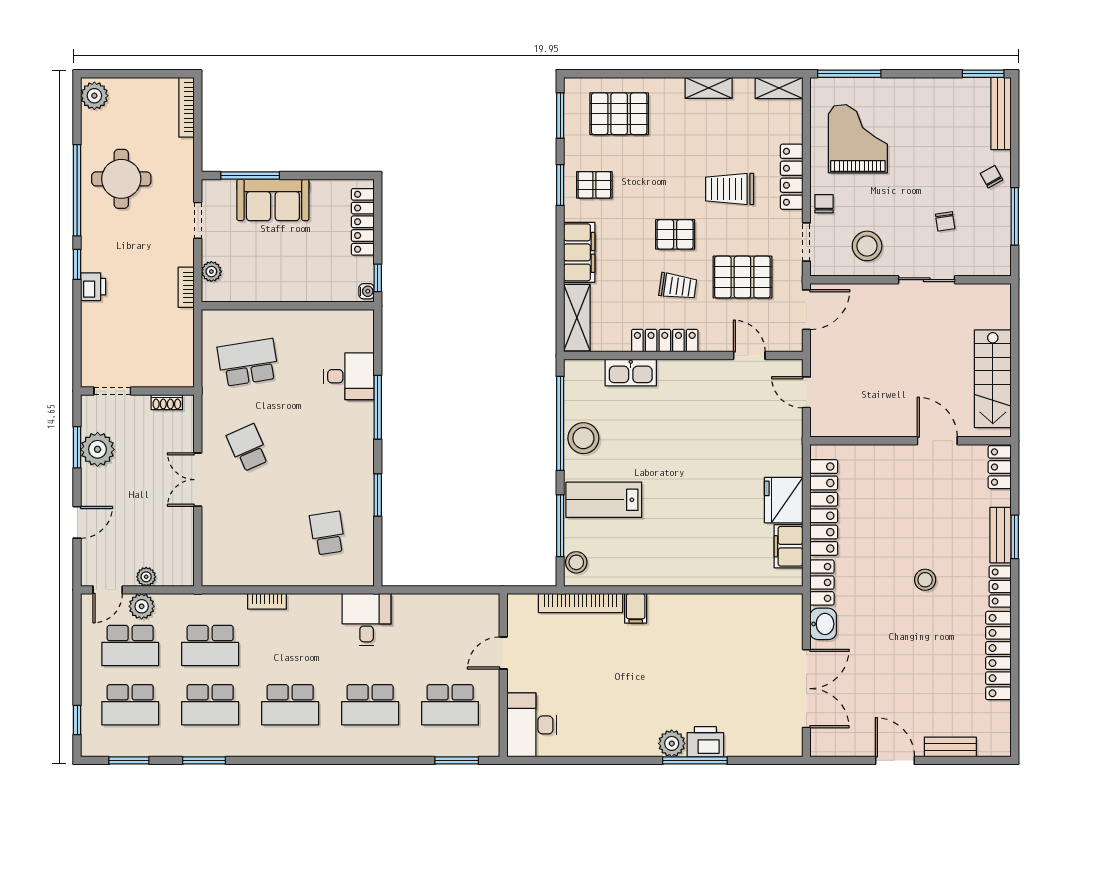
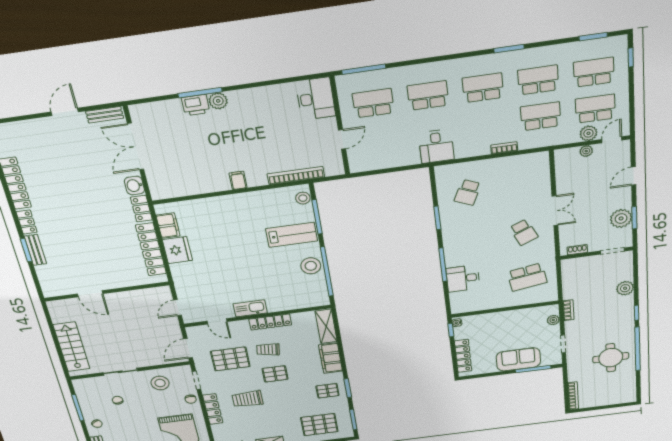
plant: (94, 96) -> (625, 288), moved
trolley: (730, 189) -> (248, 399), turned 180
printer: (93, 287) -> (626, 303), removed
kitchen sink: (631, 373) -> (250, 308), moved
stairs: (993, 379) -> (72, 347), moved
door: (806, 392) -> (177, 308), swing flipped
locker: (1000, 467) -> (47, 285), removed
school desk: (328, 533) -> (468, 192), turned 33
stool: (925, 580) -> (76, 219), removed
filing cabinet: (636, 608) -> (238, 180), moved
bench: (950, 747) -> (105, 115), moved
window: (204, 760) -> (509, 49), moved
window: (457, 760) -> (364, 69), width x1.44
door: (895, 760) -> (65, 112), swing flipped

